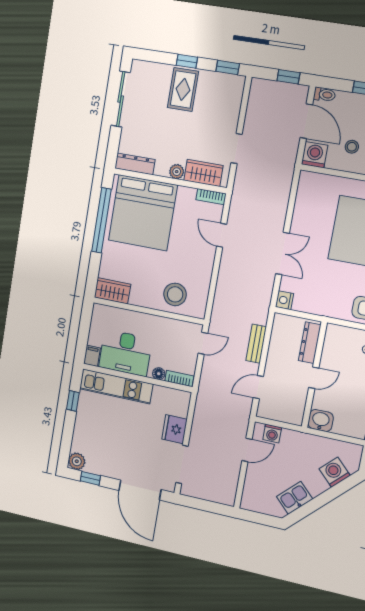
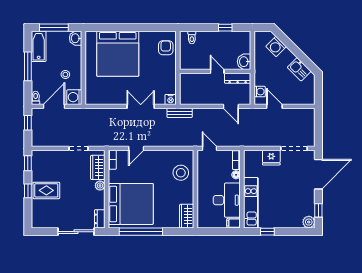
sliding door: (121, 99) -> (76, 232), moved
dresser: (135, 164) -> (100, 219), width x0.70
dresser: (310, 343) -> (238, 78), moved
bench: (256, 344) -> (180, 113), moved

